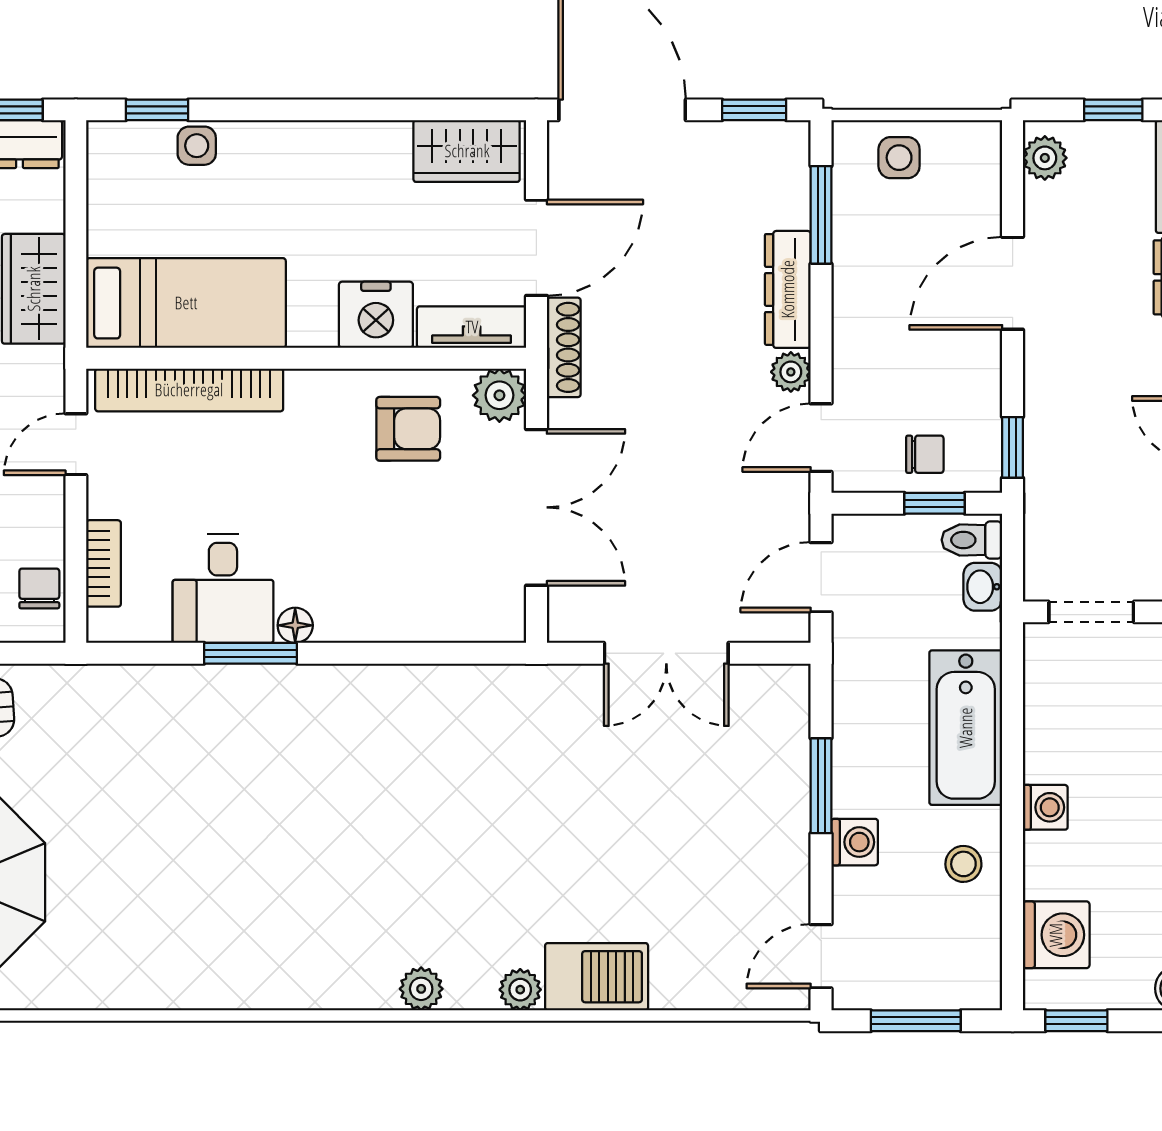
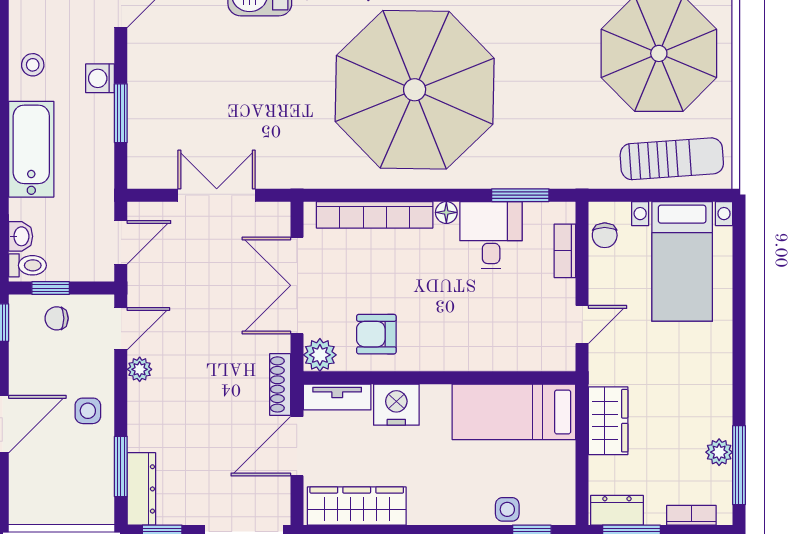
wardrobe: (467, 151) -> (357, 506), width x1.50
side table: (899, 158) -> (88, 411), moved
dresser: (788, 289) -> (141, 489), moved
bookcase: (189, 390) -> (375, 215), moved, turned 180
window: (250, 653) -> (520, 195), moved
parasol: (346, 824) -> (415, 90), added

